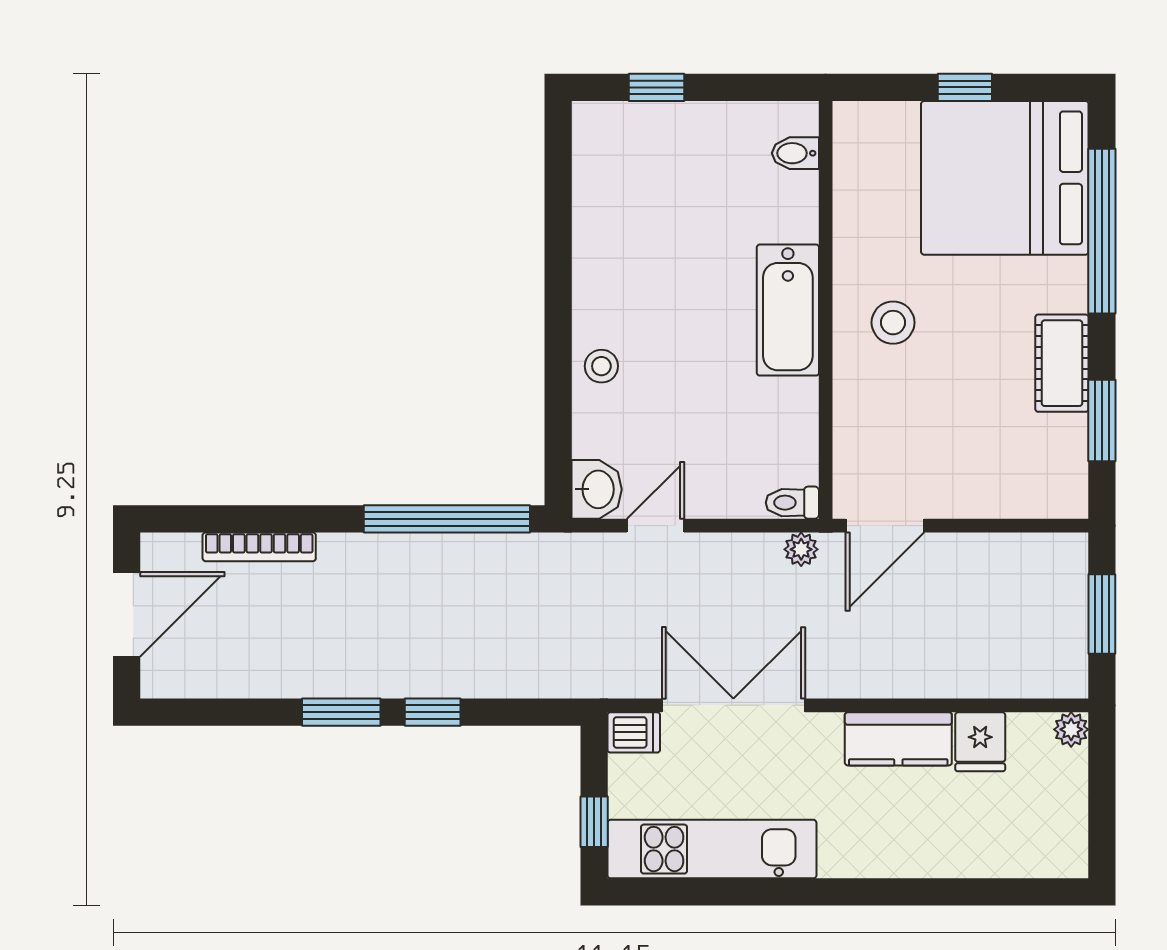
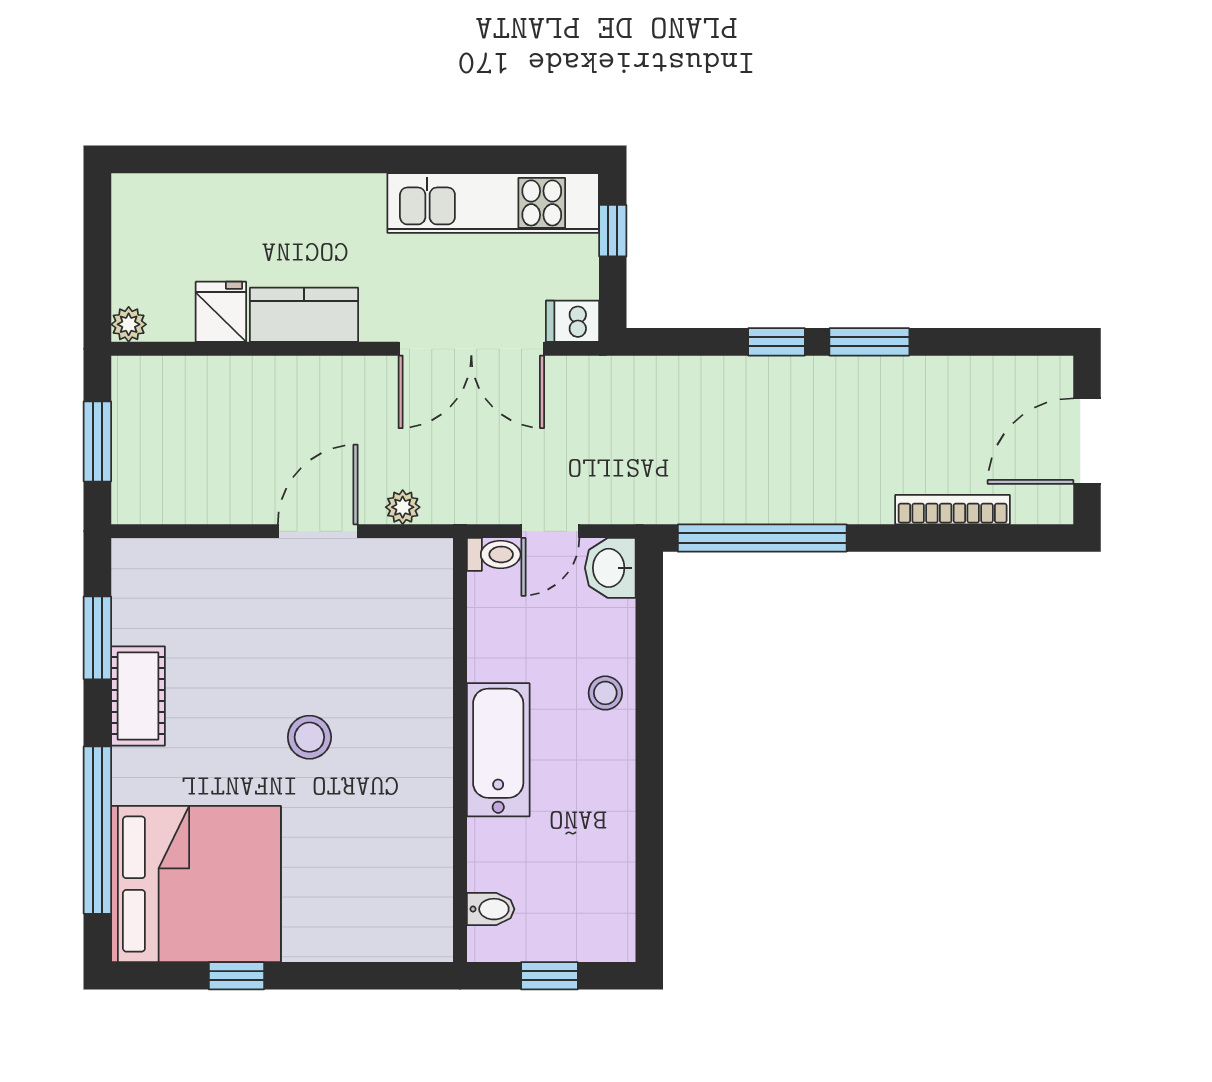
bidet: (795, 153) -> (491, 909), moved
bathtub: (788, 310) -> (498, 750), moved
wall: (826, 310) -> (460, 750), moved
toilet: (792, 503) -> (494, 554), moved

